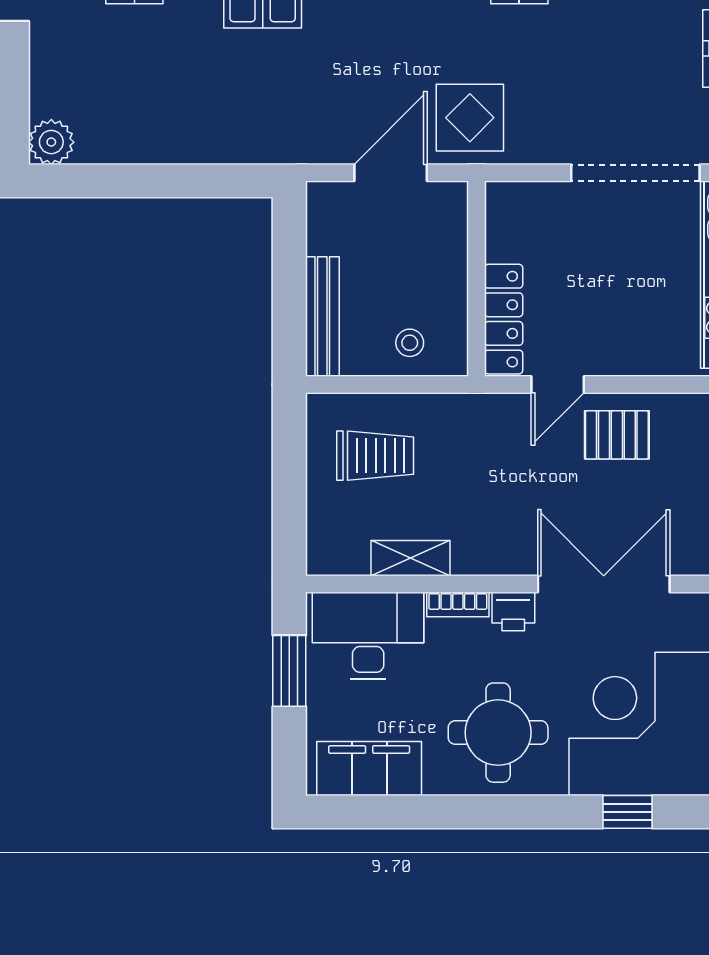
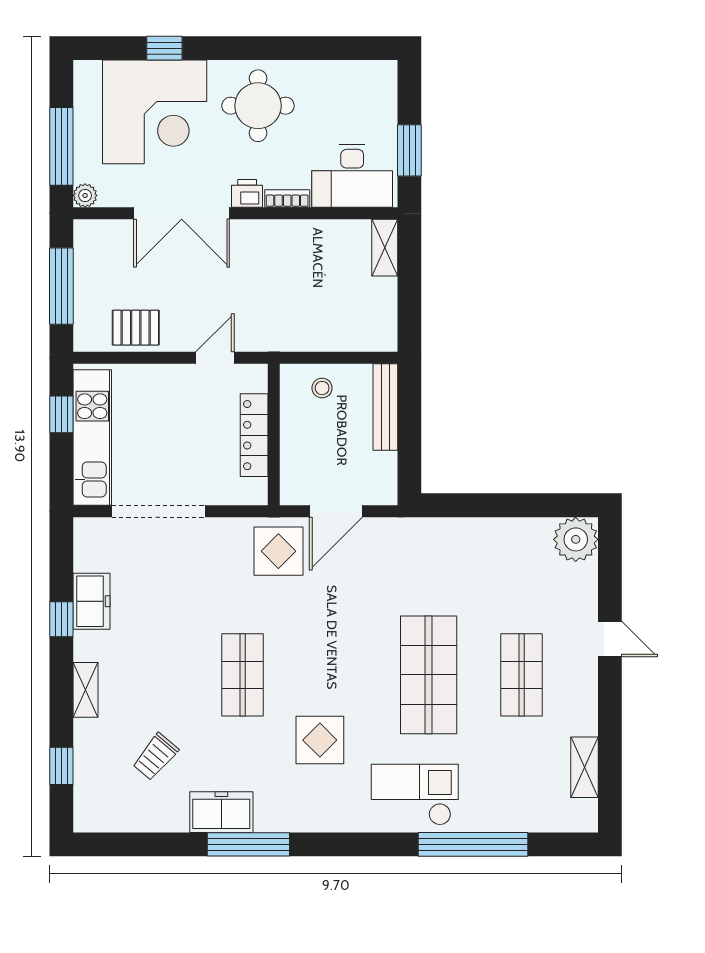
plant: (51, 142) -> (576, 539), width x1.36, depth x1.36
locker: (504, 319) -> (254, 435), moved
pallet: (617, 435) -> (136, 328), moved
trolley: (375, 456) -> (347, 306), removed
shelving: (410, 558) -> (385, 248), moved, turned 90
filing cabinet: (369, 769) -> (351, 80), removed

